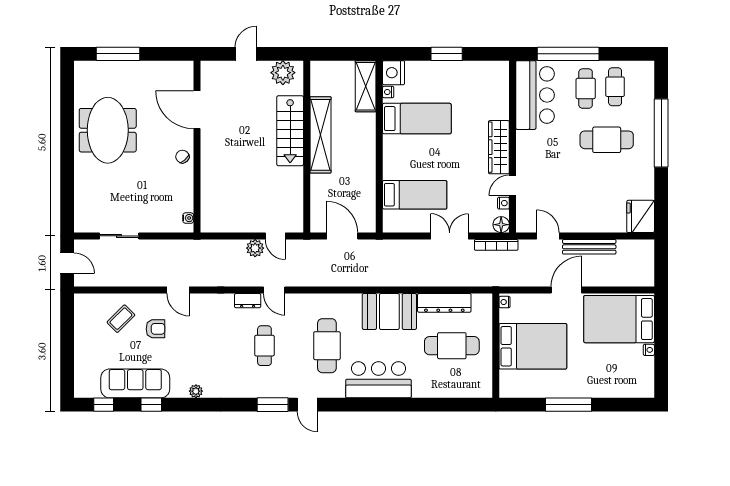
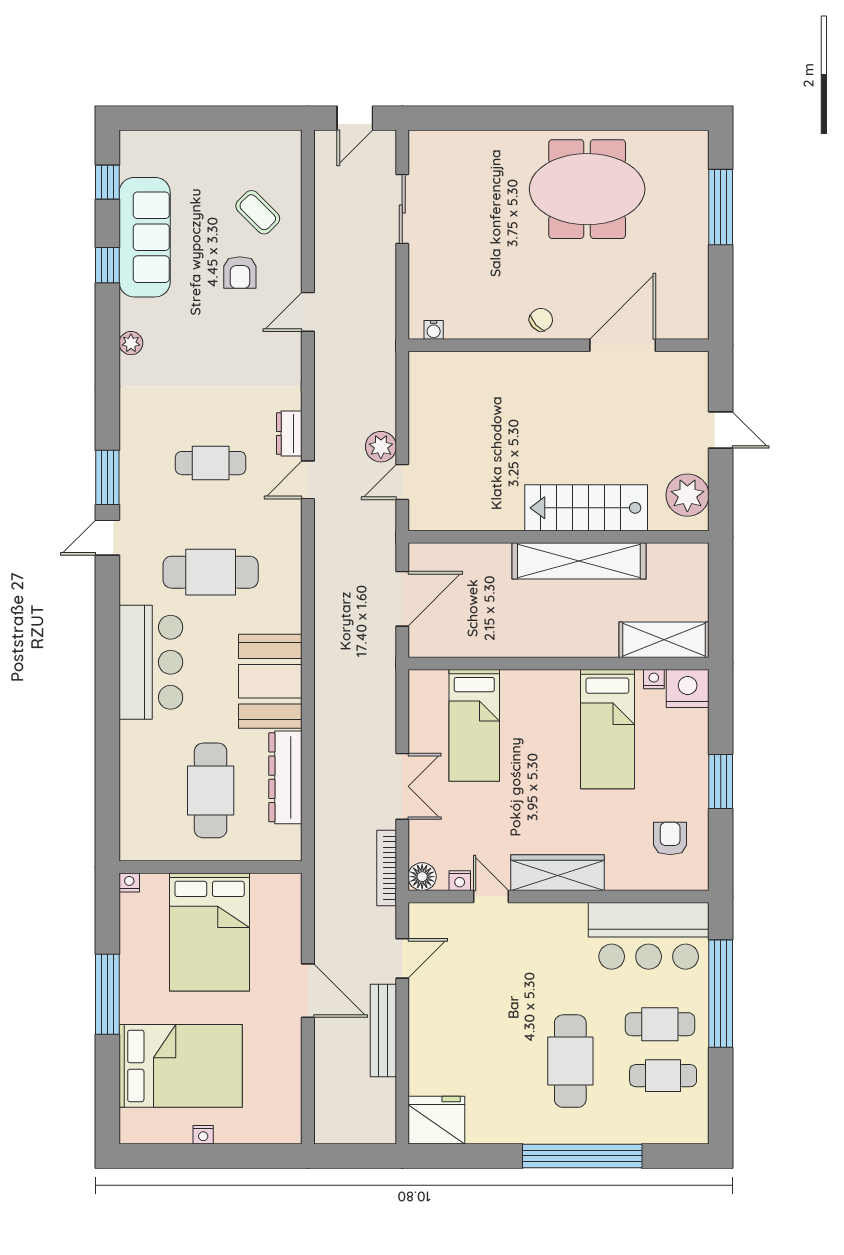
armchair: (479, 83) -> (670, 839), added
nightstand: (505, 302) -> (129, 882), moved
bed: (619, 319) -> (181, 1066), moved, turned 90

